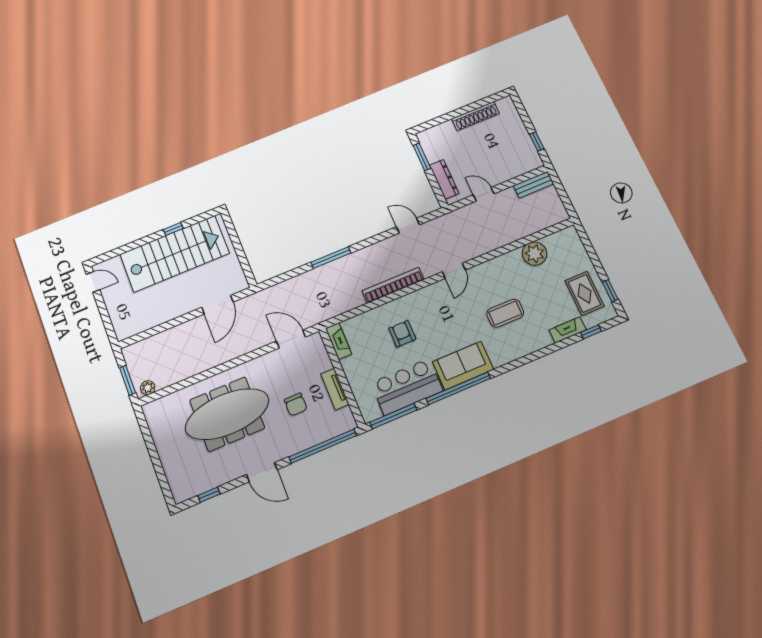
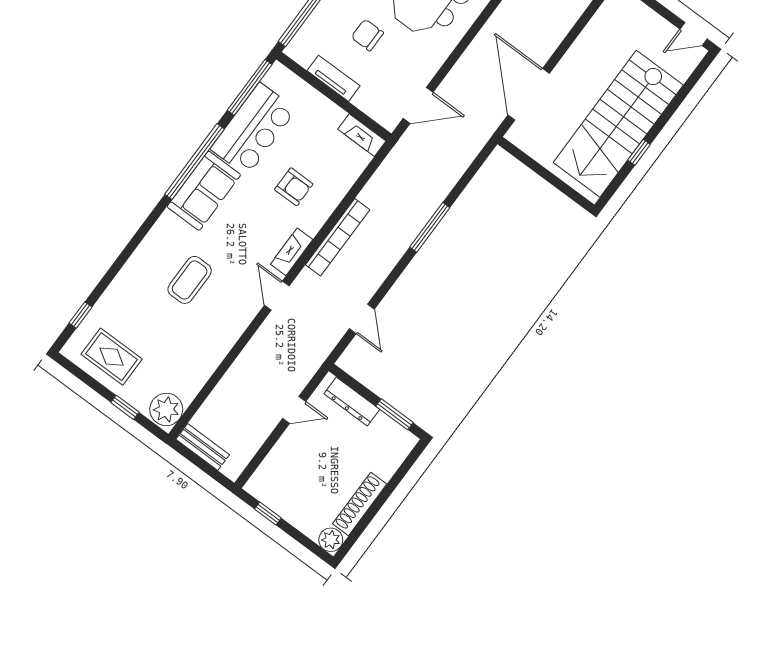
plant: (506, 105) -> (331, 540), added
bench: (534, 185) -> (203, 447), moved, turned 90
door: (408, 226) -> (362, 319), hinge flipped
plant: (535, 254) -> (166, 409), moved
window: (610, 291) -> (125, 407), moved
door: (217, 305) -> (529, 94), width x1.36
fireplace: (568, 330) -> (292, 252), moved, turned 180

